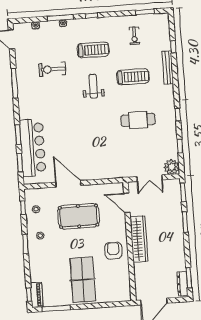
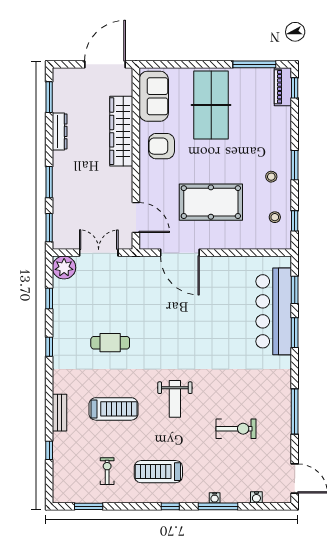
treadmill: (93, 50) -> (158, 472), moved
bench: (168, 67) -> (59, 413), width x0.73
treadmill: (133, 77) -> (114, 409), turned 180
cafe table: (138, 120) -> (110, 343), width x0.73, depth x0.74
door: (68, 184) -> (180, 253), moved
wardrobe: (139, 239) -> (121, 131), moved
armchair: (113, 251) -> (161, 146), turned 90
sofa: (121, 283) -> (154, 96), added
dresser: (182, 284) -> (60, 131), moved

